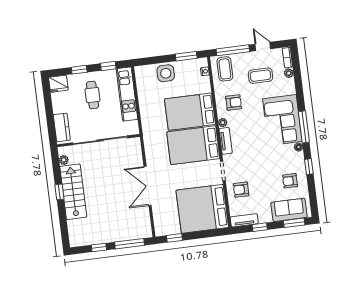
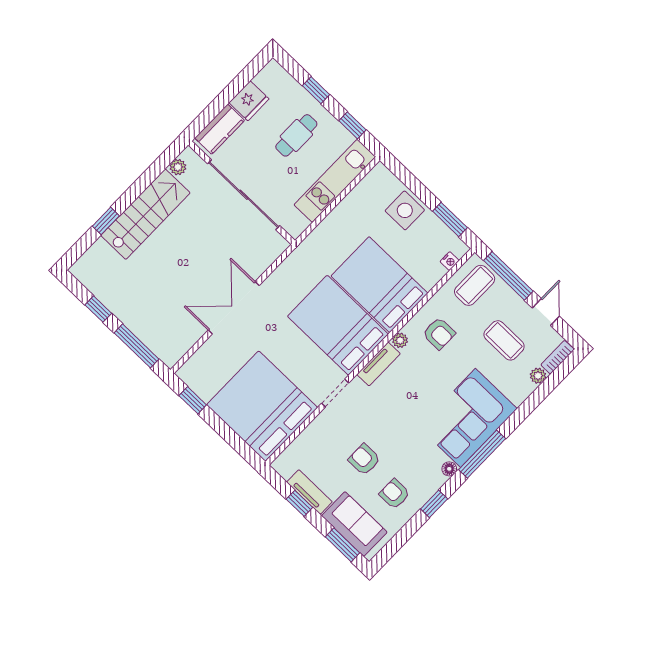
fridge: (58, 84) -> (249, 101), moved, turned -90
armchair: (241, 190) -> (364, 460), moved
window: (59, 192) -> (106, 221), moved
tv unit: (244, 220) -> (309, 492), moved

